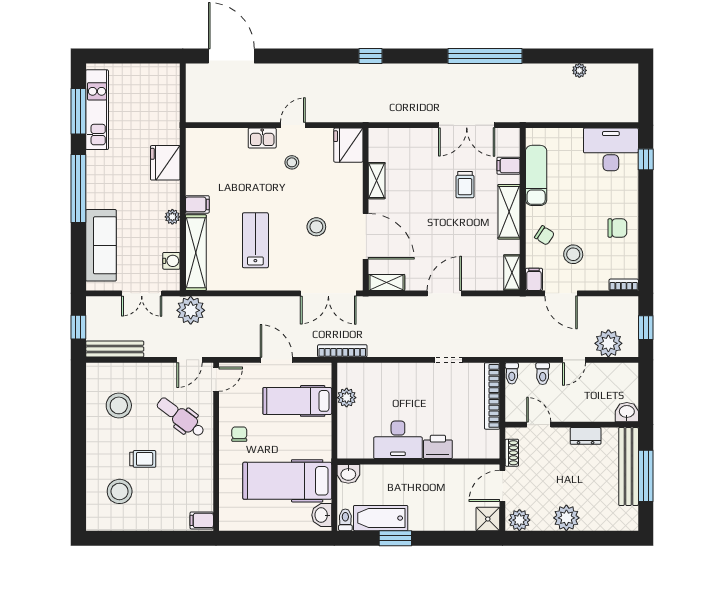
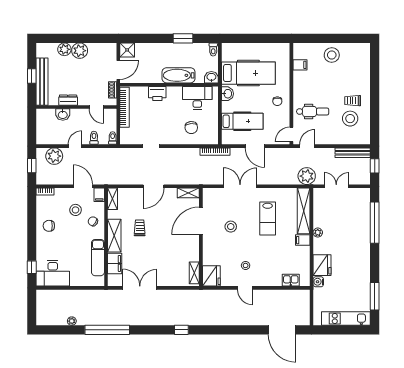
window: (371, 56) -> (181, 330), moved
window: (485, 56) -> (107, 330), moved
kitchen unit: (97, 110) -> (346, 319), moved, turned 90
door: (293, 125) -> (245, 288), hinge flipped
kitchen sink: (262, 138) -> (291, 280), moved
filing cabinet: (509, 166) -> (115, 263), width x2.00
shelving: (377, 181) -> (194, 273), moved
trolley: (465, 185) -> (140, 228), moved
window: (78, 188) -> (375, 223), moved
door: (366, 236) -> (201, 221), hinge flipped
sofa: (101, 245) -> (361, 215), removed
water cooler: (171, 261) -> (318, 282), moved
double door: (328, 293) -> (240, 186), moved
chair: (382, 391) -> (191, 128), added
bookcase: (492, 396) -> (125, 107), moved
plant: (347, 398) -> (212, 123), removed
washbasin: (627, 412) -> (63, 115), moved
dental chair: (181, 417) -> (313, 111), turned -37
desk: (398, 440) -> (197, 98), moved
trolley: (143, 459) -> (353, 101), moved
window: (646, 476) -> (32, 76), width x0.46
stool: (120, 491) -> (332, 55), moved
washbasin: (322, 515) -> (227, 94), moved
bathtub: (381, 518) -> (179, 75), moved, turned 180
filing cabinet: (202, 520) -> (300, 65), moved
plant: (519, 520) -> (64, 49), moved

